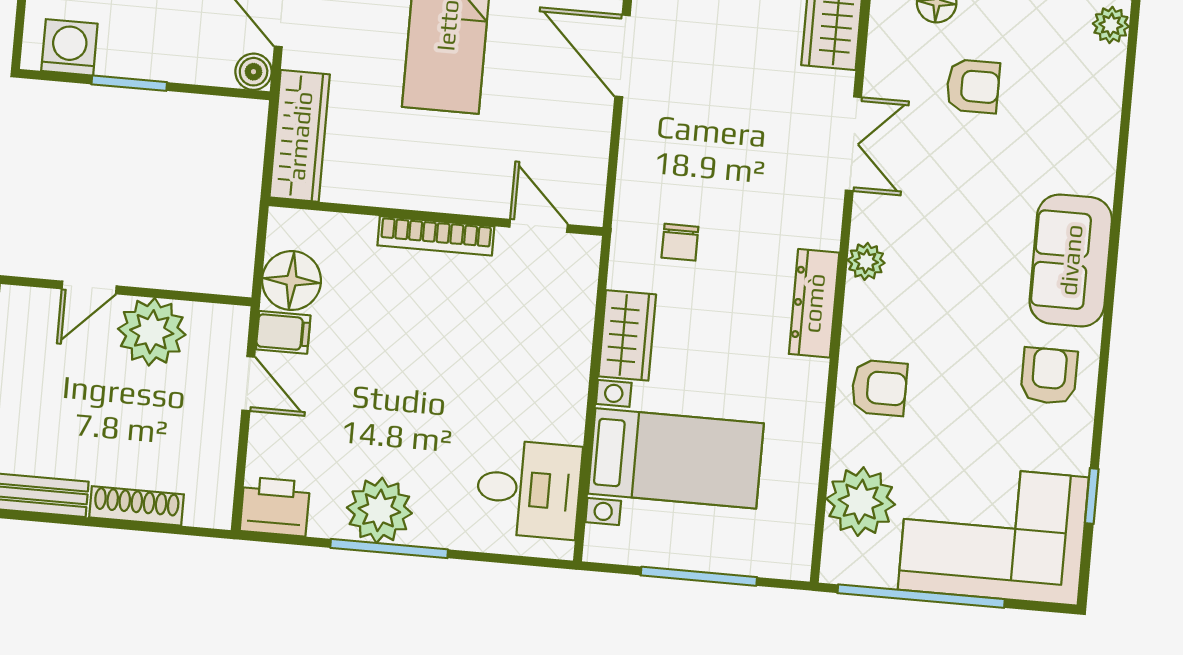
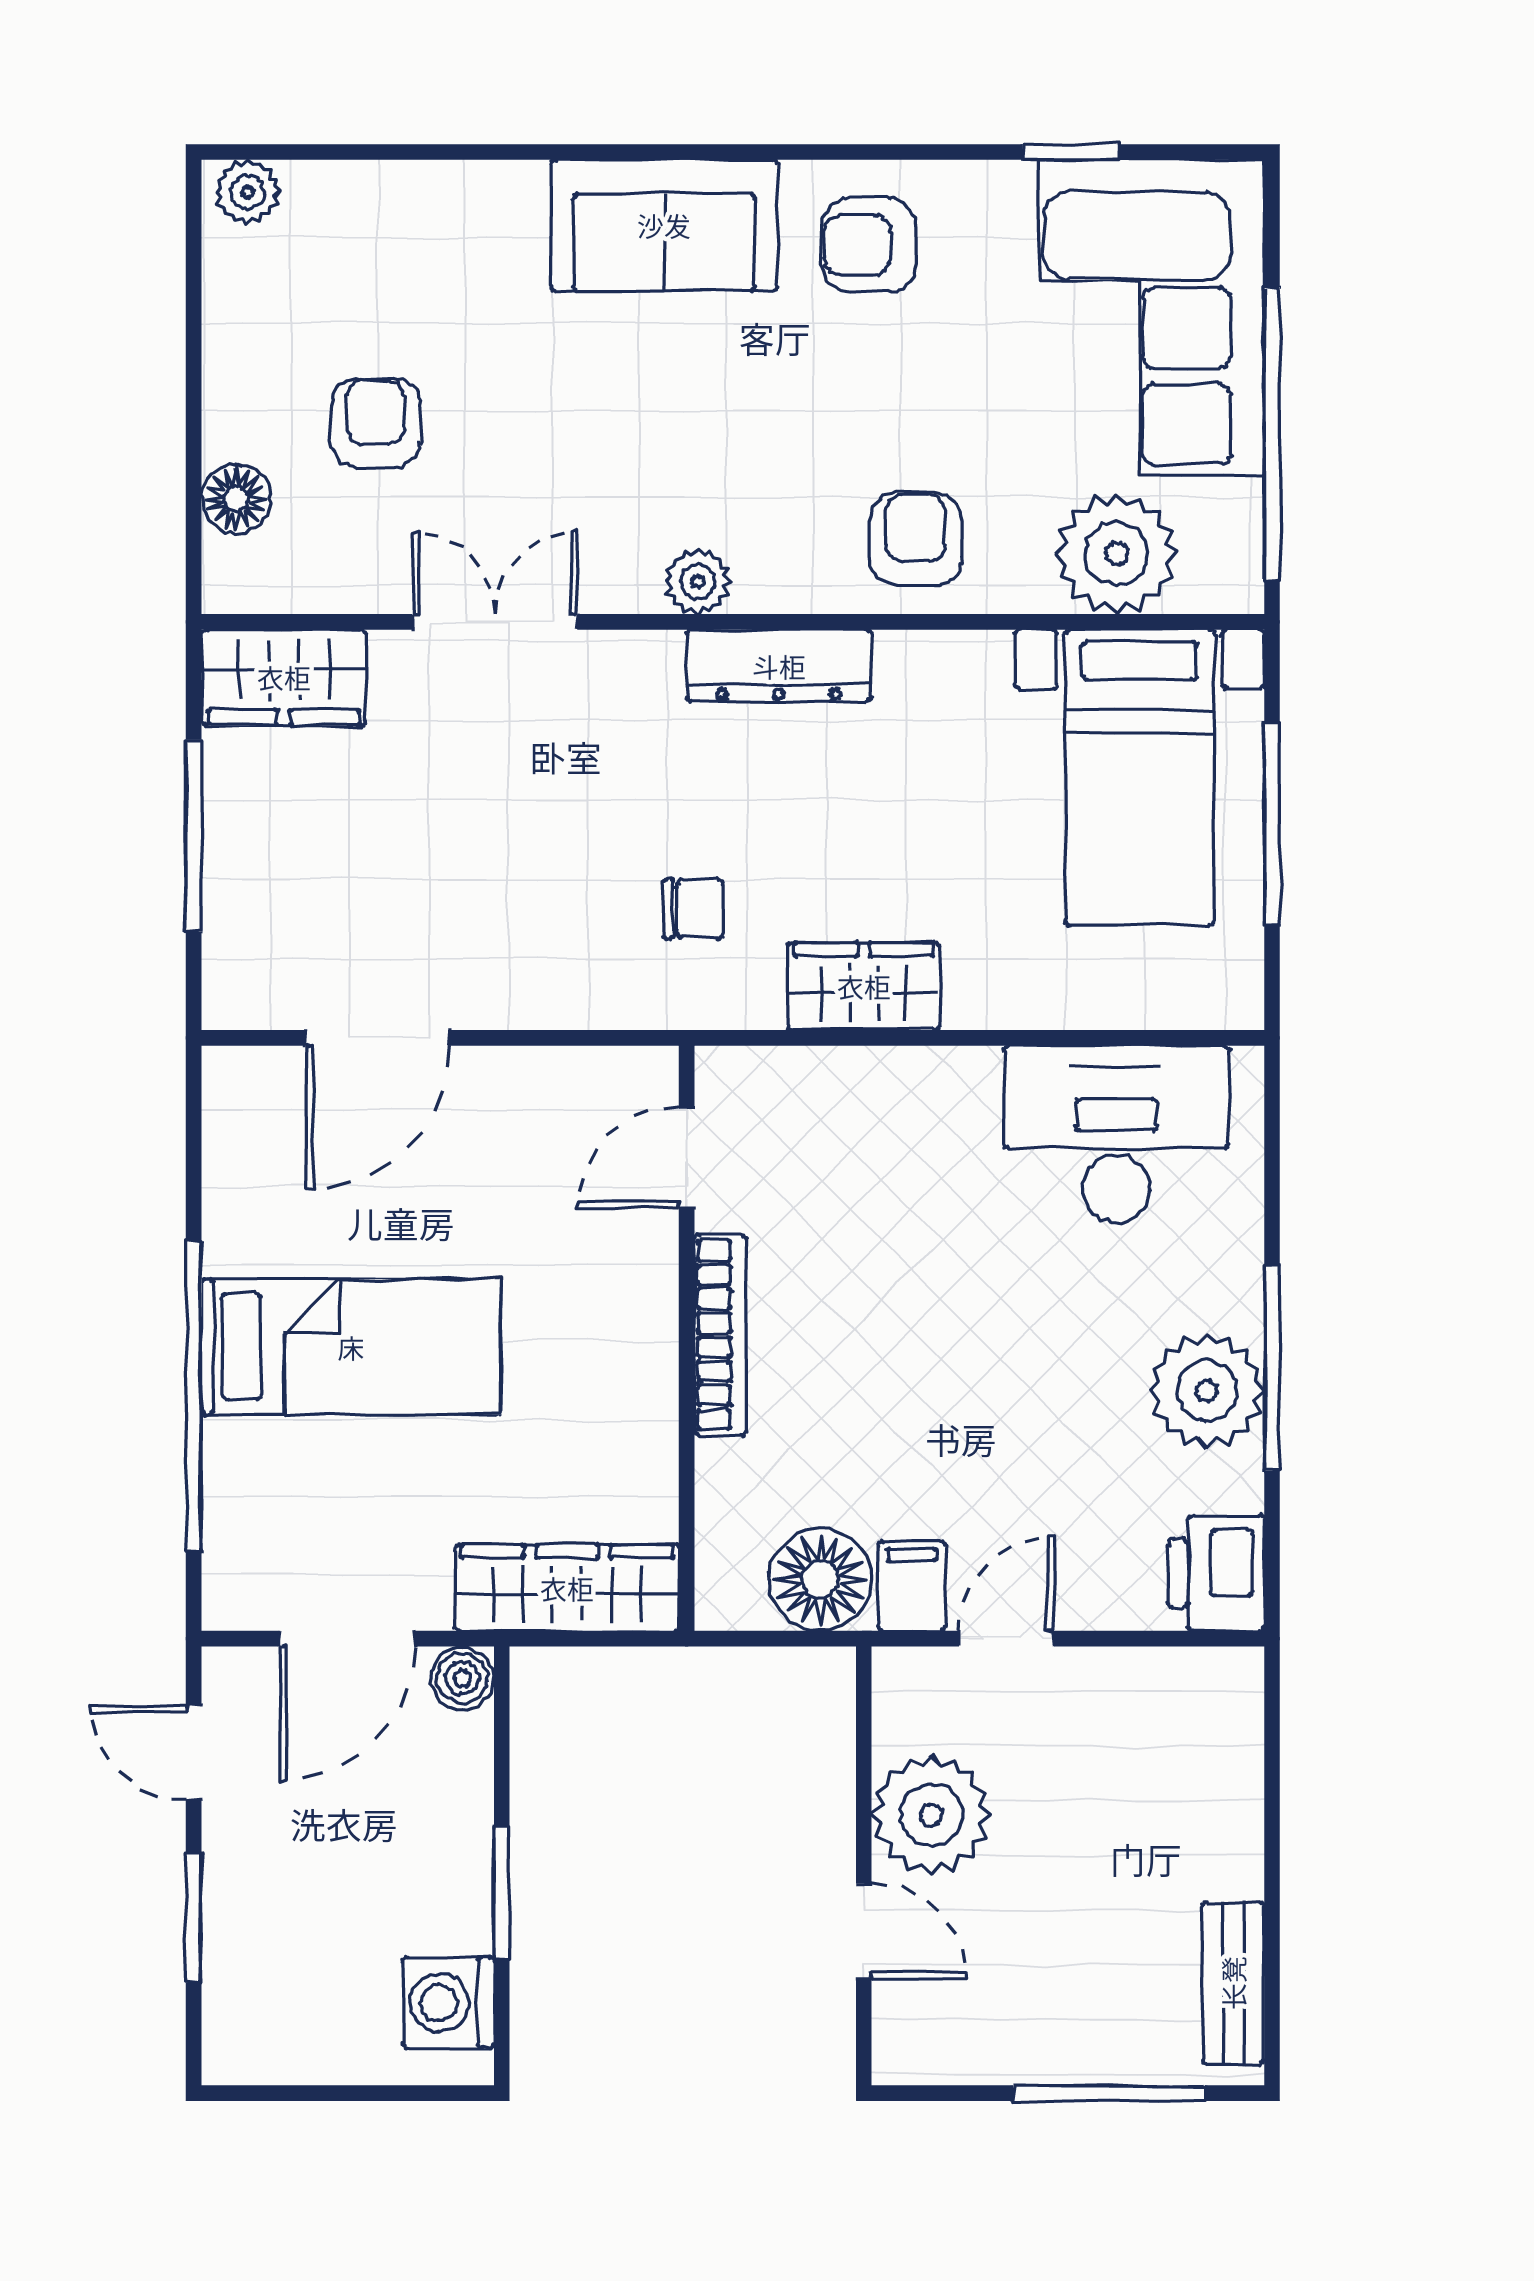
bed with nightstands: (676, 458) -> (1139, 777), moved, turned 180
desk: (529, 489) -> (1116, 1134), width x1.37
shoe rack: (136, 506) -> (1237, 1814), removed

